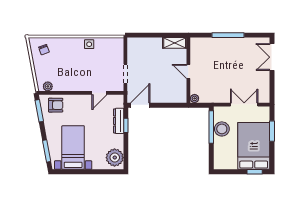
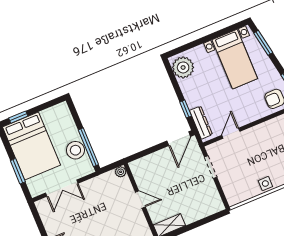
dresser: (119, 121) -> (201, 123), moved

